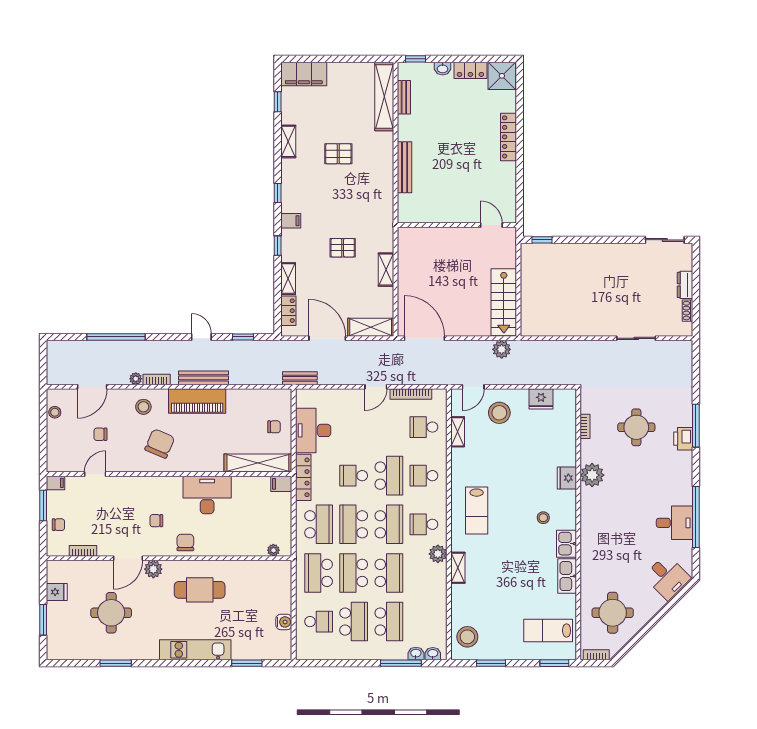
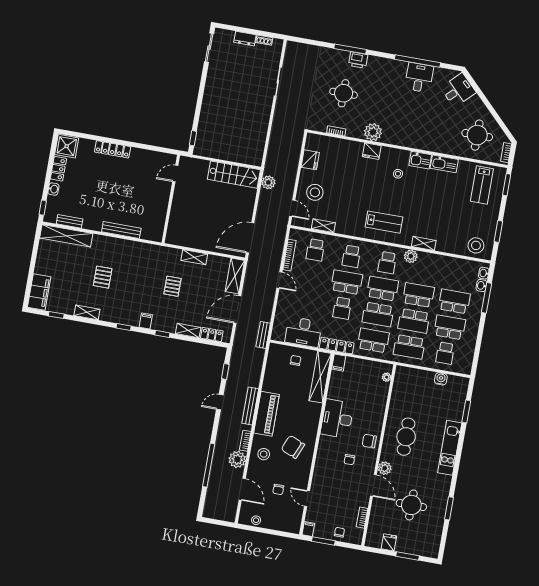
plant: (136, 379) -> (237, 459), width x1.88, depth x1.88
school desk: (319, 622) -> (445, 353), turned 180

